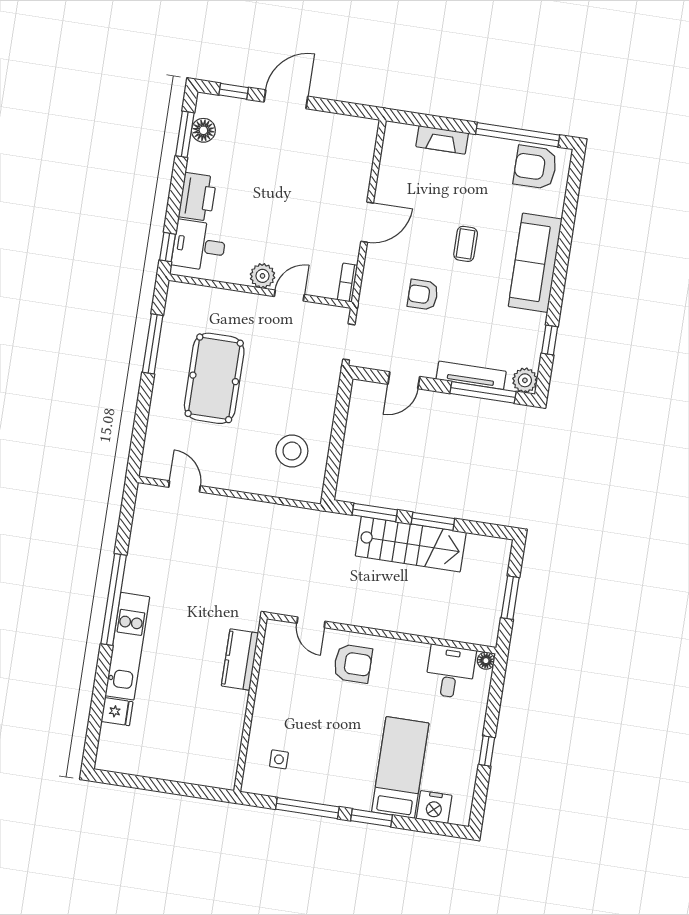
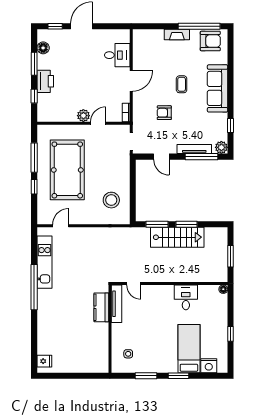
window: (185, 134) -> (34, 64), moved
fireplace: (442, 140) -> (177, 35), moved
armchair: (535, 167) -> (210, 41), turned 180
desk: (199, 246) -> (117, 55), moved, turned 180
window: (168, 247) -> (34, 96), moved
pool table: (214, 378) -> (67, 170), width x1.36, depth x1.32
door: (404, 380) -> (161, 157), hinge flipped
window: (144, 402) -> (34, 187), added
door: (185, 486) -> (61, 226), hinge flipped
kitchen unit: (127, 646) -> (45, 262), moved
tv unit: (271, 657) -> (117, 304), added
armchair: (353, 664) -> (158, 301), removed
desk: (450, 672) -> (186, 297), moved
fridge: (117, 712) -> (44, 361), moved
window: (307, 808) -> (146, 376), width x0.69

